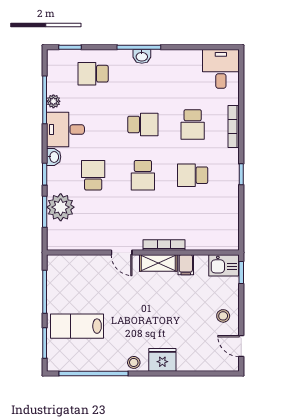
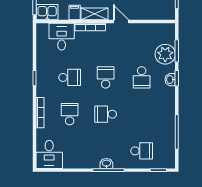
plant: (53, 101) -> (170, 131), removed
desk: (66, 130) -> (62, 37), moved, turned -90
washbasin: (54, 157) -> (170, 80), moved

